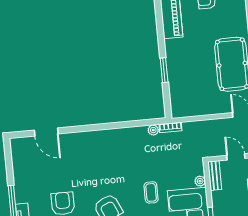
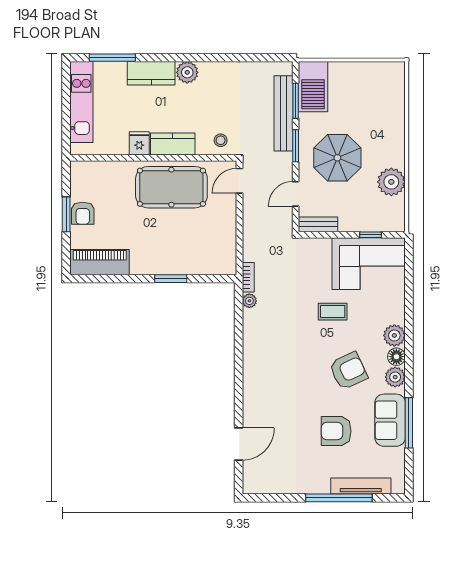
plant: (200, 181) -> (324, 245), removed

